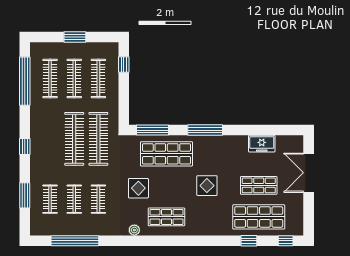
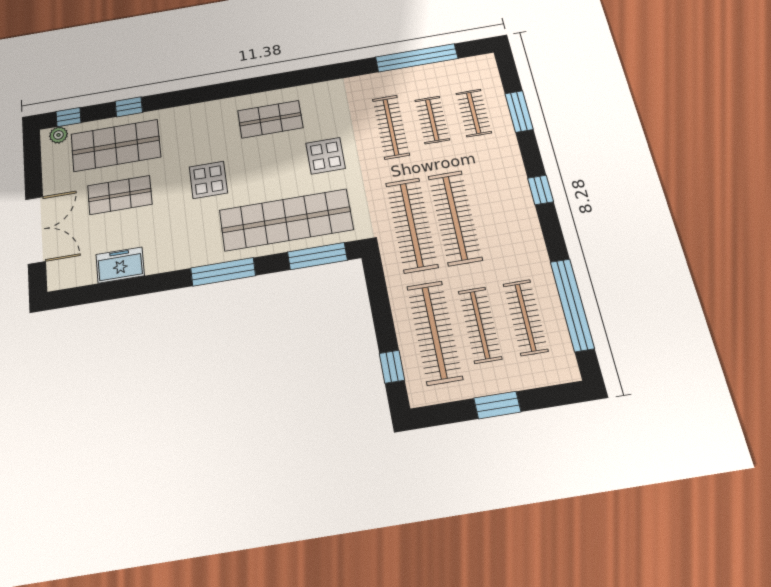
clothes rail: (98, 78) -> (434, 332), width x1.37, depth x1.31
shop shelf: (166, 154) -> (286, 220), width x1.40
clothes rail: (98, 199) -> (391, 127), width x1.36
plant: (134, 230) -> (58, 135), moved

